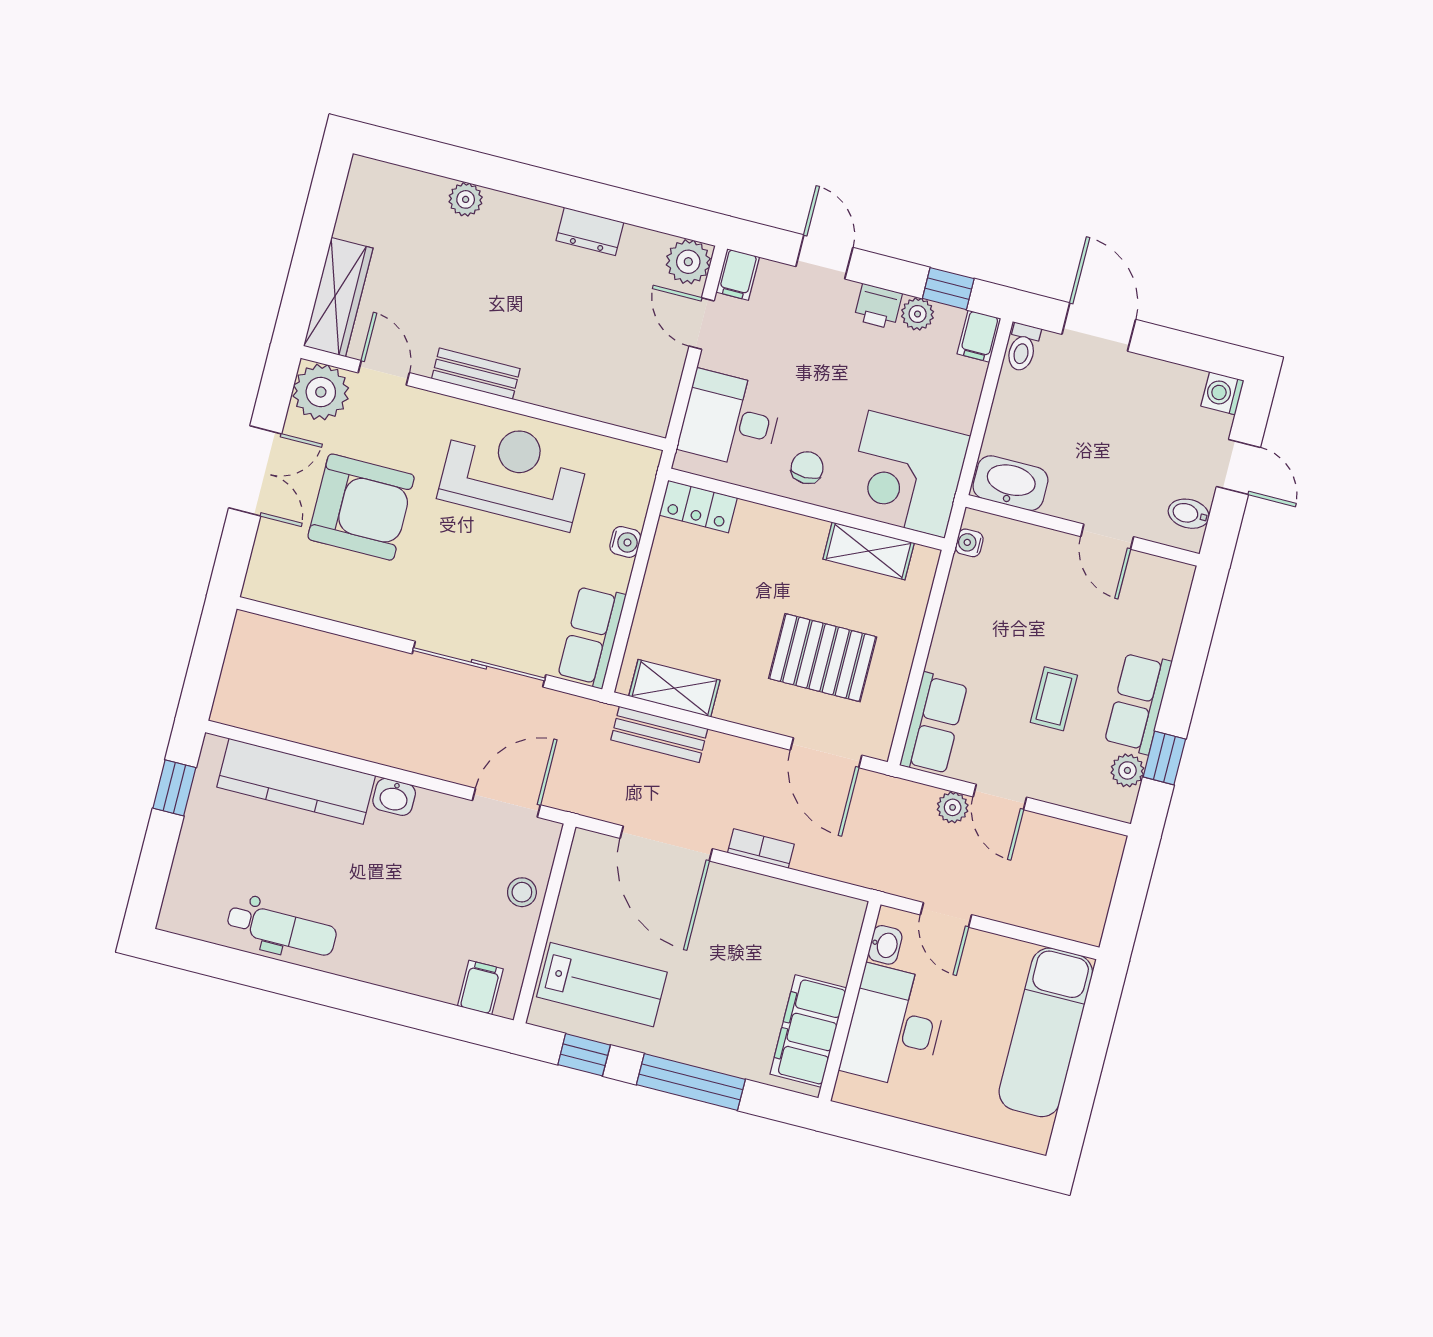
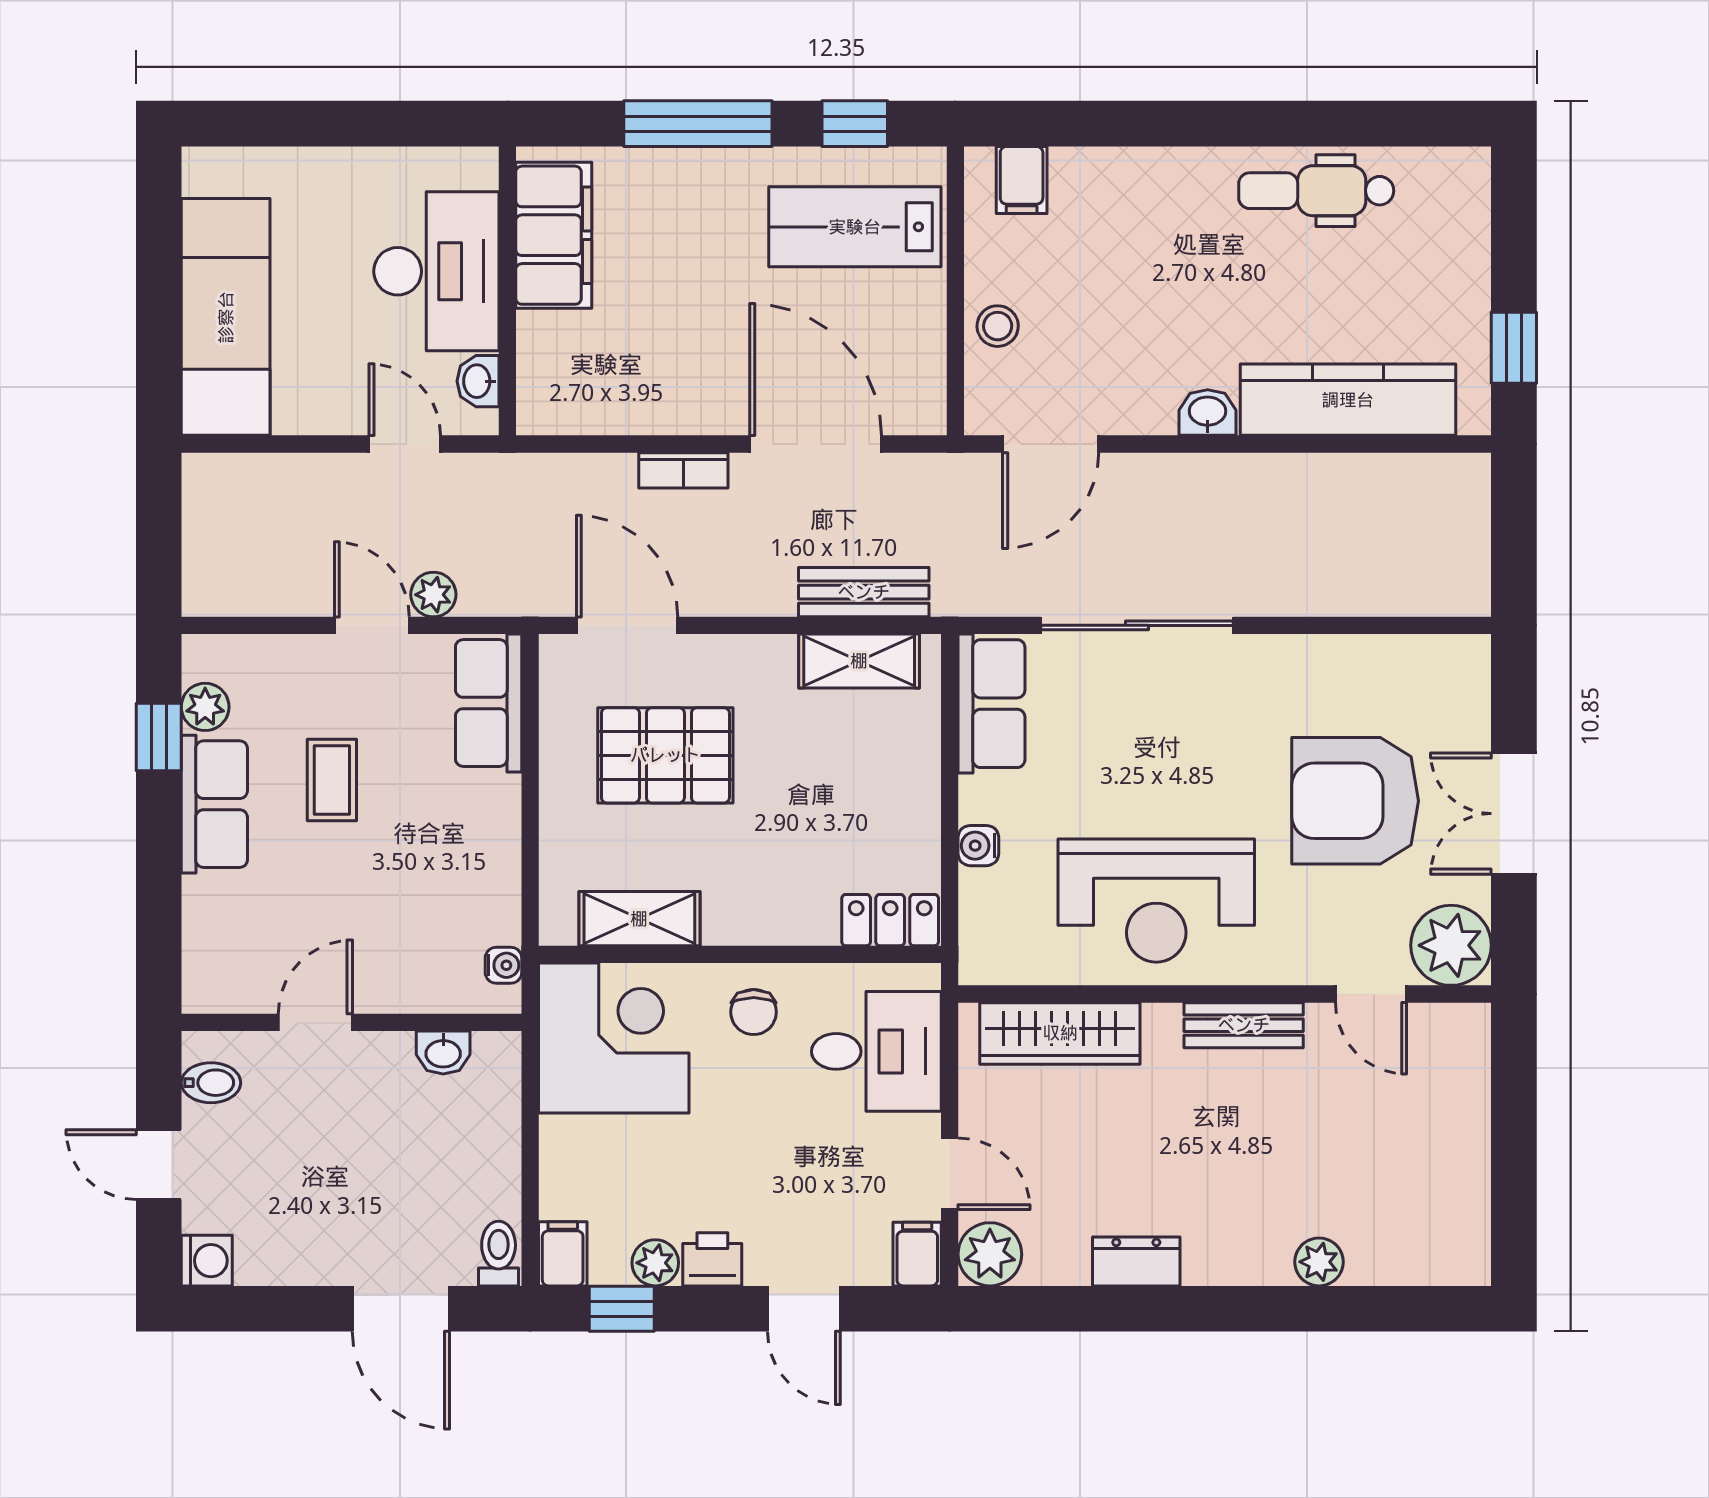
wardrobe: (338, 297) -> (1060, 1033), moved, turned -90
washbasin: (1010, 483) -> (443, 1052), width x0.52, depth x0.69
door: (1107, 537) -> (315, 1022), hinge flipped

